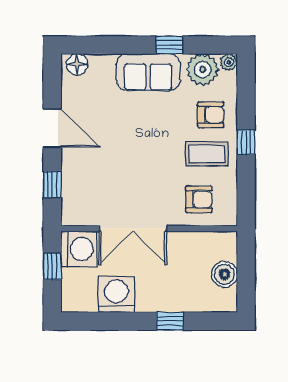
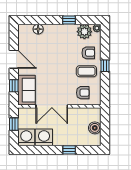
floor lamp: (77, 64) -> (38, 29), moved
sofa: (148, 72) -> (26, 90), moved, turned -90
washing machine: (79, 249) -> (26, 137), moved, turned -90

